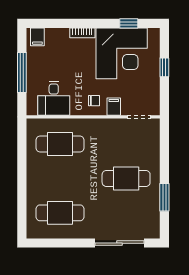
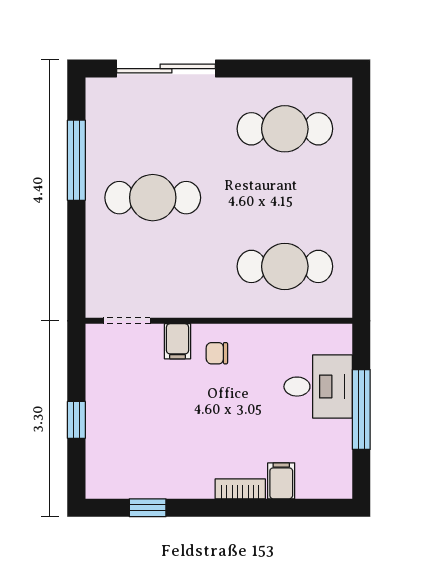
filing cabinet: (37, 37) -> (281, 481), moved
corner desk: (122, 53) -> (162, 448), removed
desk: (54, 98) -> (318, 387), moved, turned 90
window: (164, 197) -> (76, 160), width x1.44

